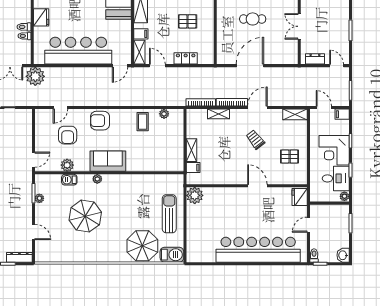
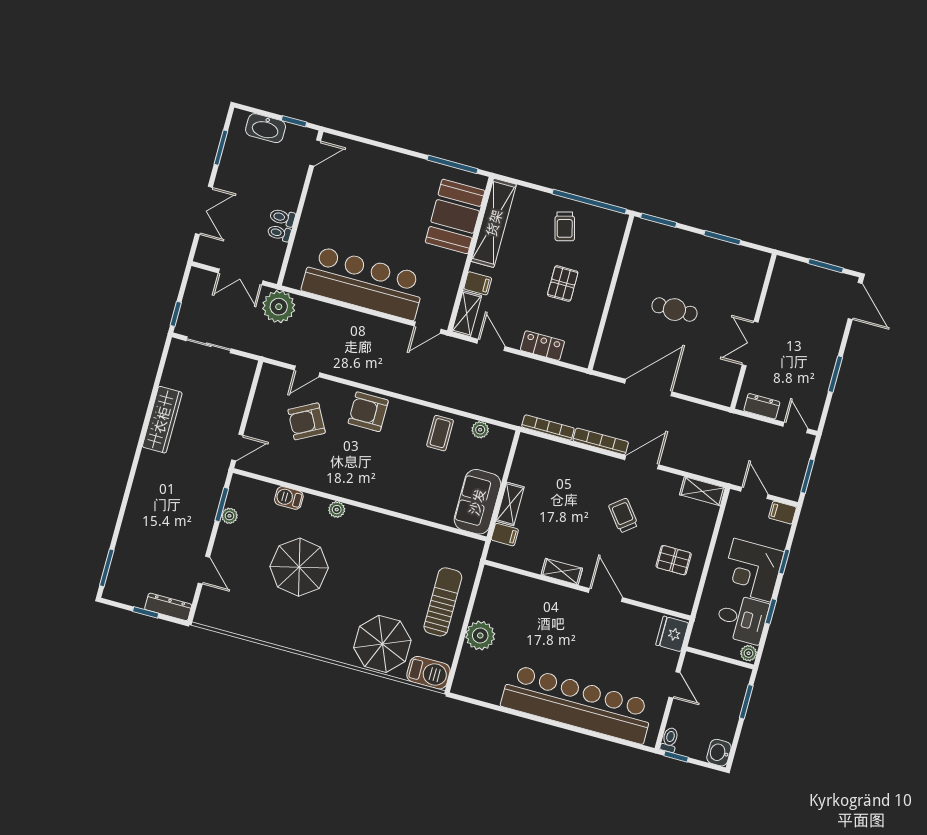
fridge: (41, 17) -> (316, 209), removed
pallet: (188, 21) -> (563, 284), turned 90
shelving: (218, 114) -> (562, 572), moved
armchair: (68, 135) -> (307, 421), turned 62
sofa: (108, 161) -> (477, 502), moved, turned -90
plant: (67, 165) -> (292, 472), removed
plant: (195, 195) -> (480, 635), moved
door: (308, 225) -> (674, 685), swing flipped

